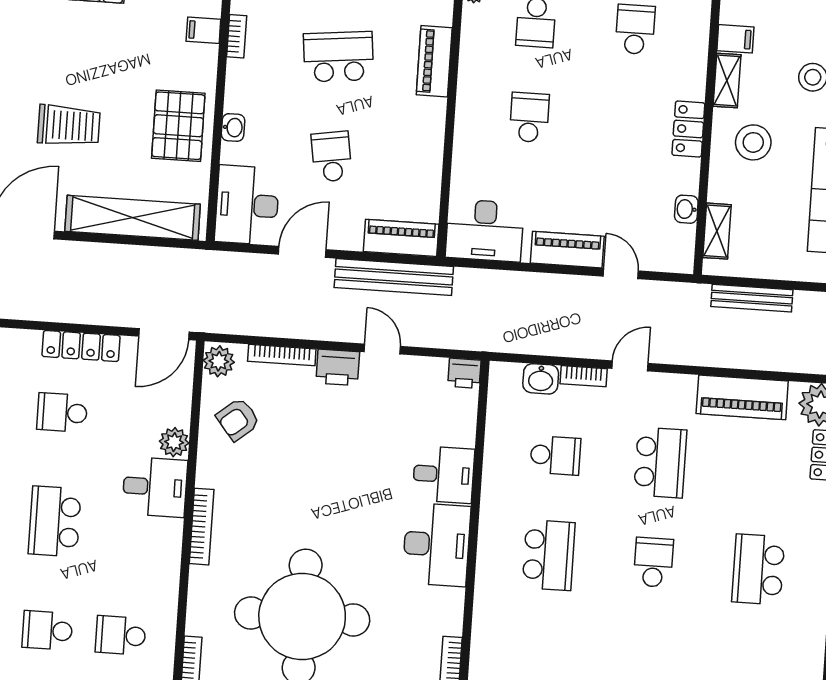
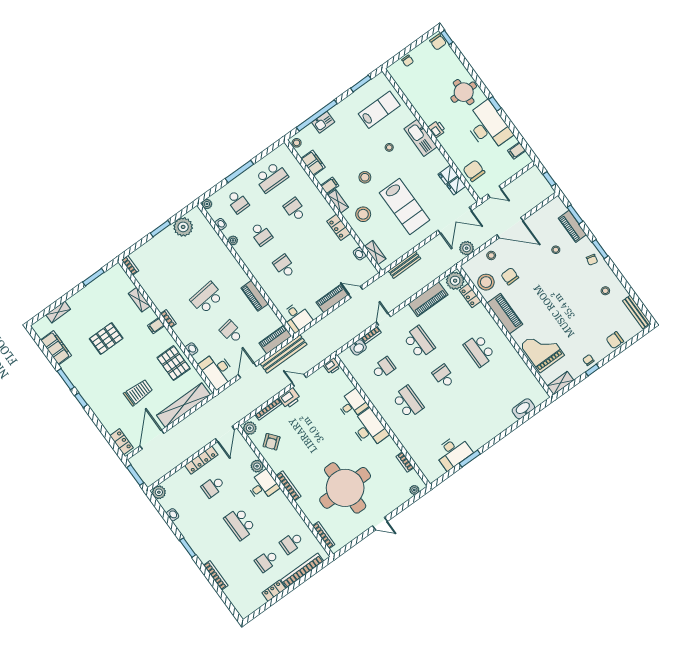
piano: (434, 61) -> (255, 296), moved
desk: (485, 230) -> (297, 317), width x0.73

